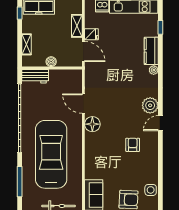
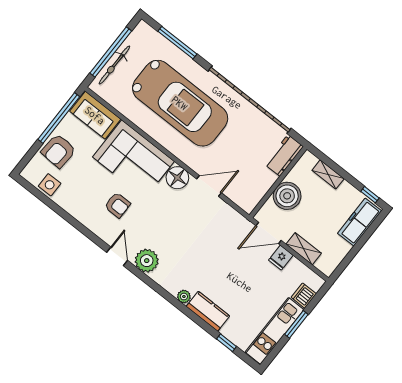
boiler: (51, 62) -> (287, 196), width x1.86, depth x1.86
corner sofa: (101, 156) -> (133, 159), added

